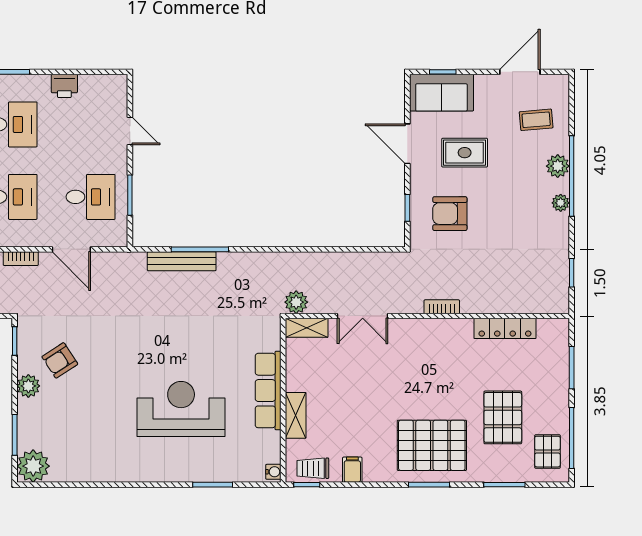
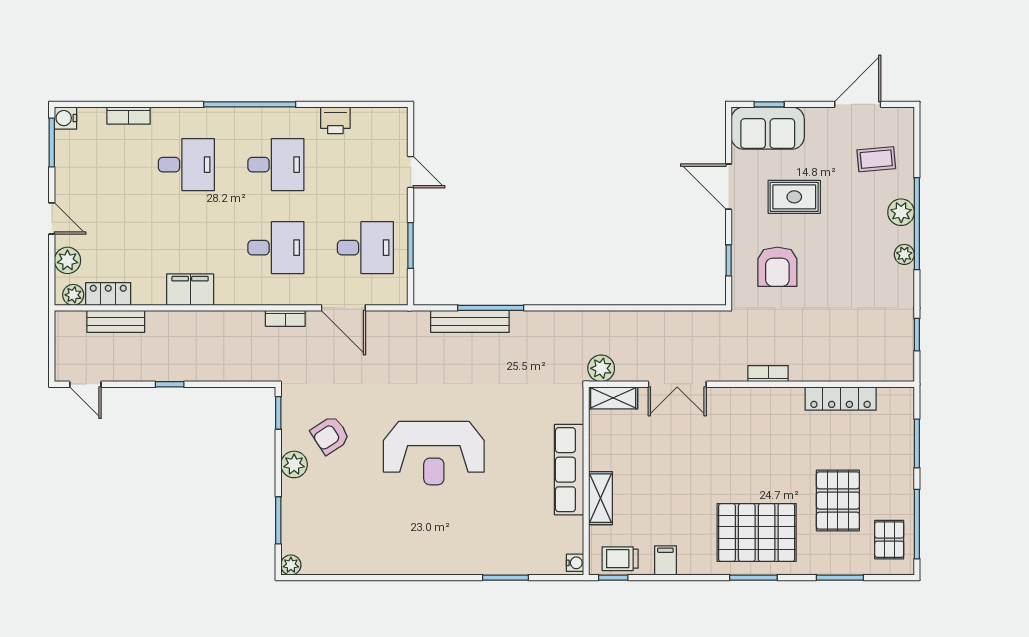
armchair: (450, 214) -> (777, 267), turned -90
reception desk: (181, 409) -> (434, 453), moved, turned 180
plant: (33, 466) -> (291, 565), width x0.53, depth x0.53

